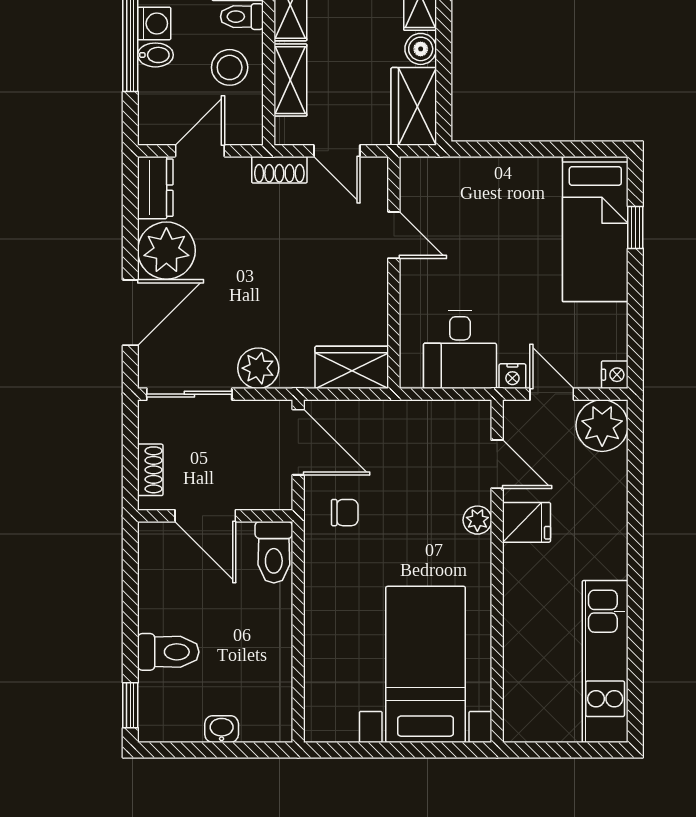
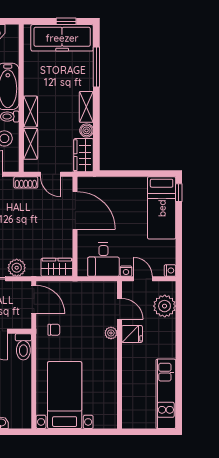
window: (635, 227) -> (179, 193), moved
door: (394, 235) -> (75, 210), width x1.87
plant: (602, 426) -> (165, 306), moved
bed with nightstands: (426, 664) -> (65, 395), moved

